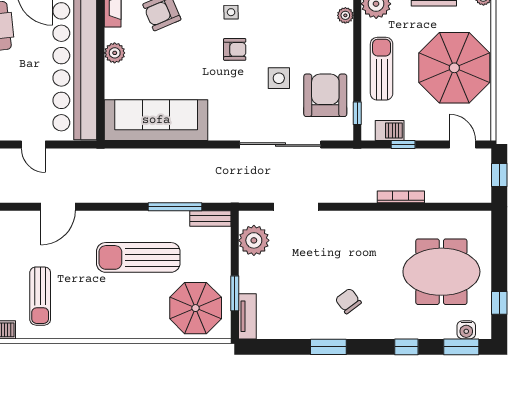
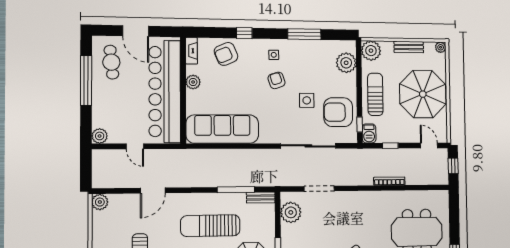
plant: (345, 15) -> (346, 63), width x1.87, depth x1.87
armchair: (235, 49) -> (276, 80), turned -108
armchair: (325, 95) -> (338, 112), turned -90
barbecue: (390, 131) -> (369, 133), moved, turned 90

